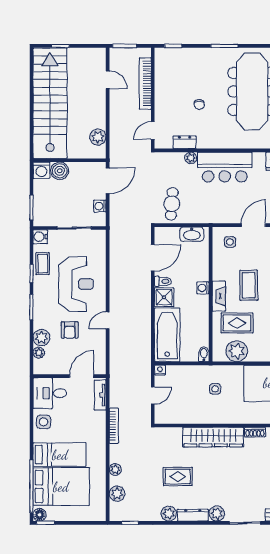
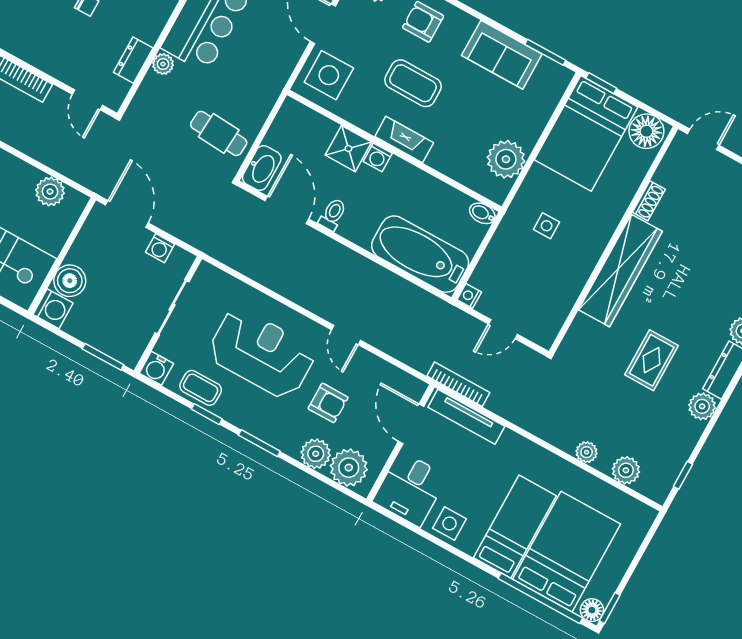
washbasin: (192, 234) -> (262, 168), moved
side table: (230, 242) -> (329, 75), width x1.87, depth x1.87
shower: (164, 297) -> (348, 149), moved
rug: (237, 323) -> (462, 134), removed
plant: (39, 353) -> (349, 468), width x1.87, depth x1.87
tv unit: (100, 395) -> (466, 417), width x1.41
door: (153, 395) -> (503, 329), swing flipped
bookcase: (114, 426) -> (458, 384), moved

